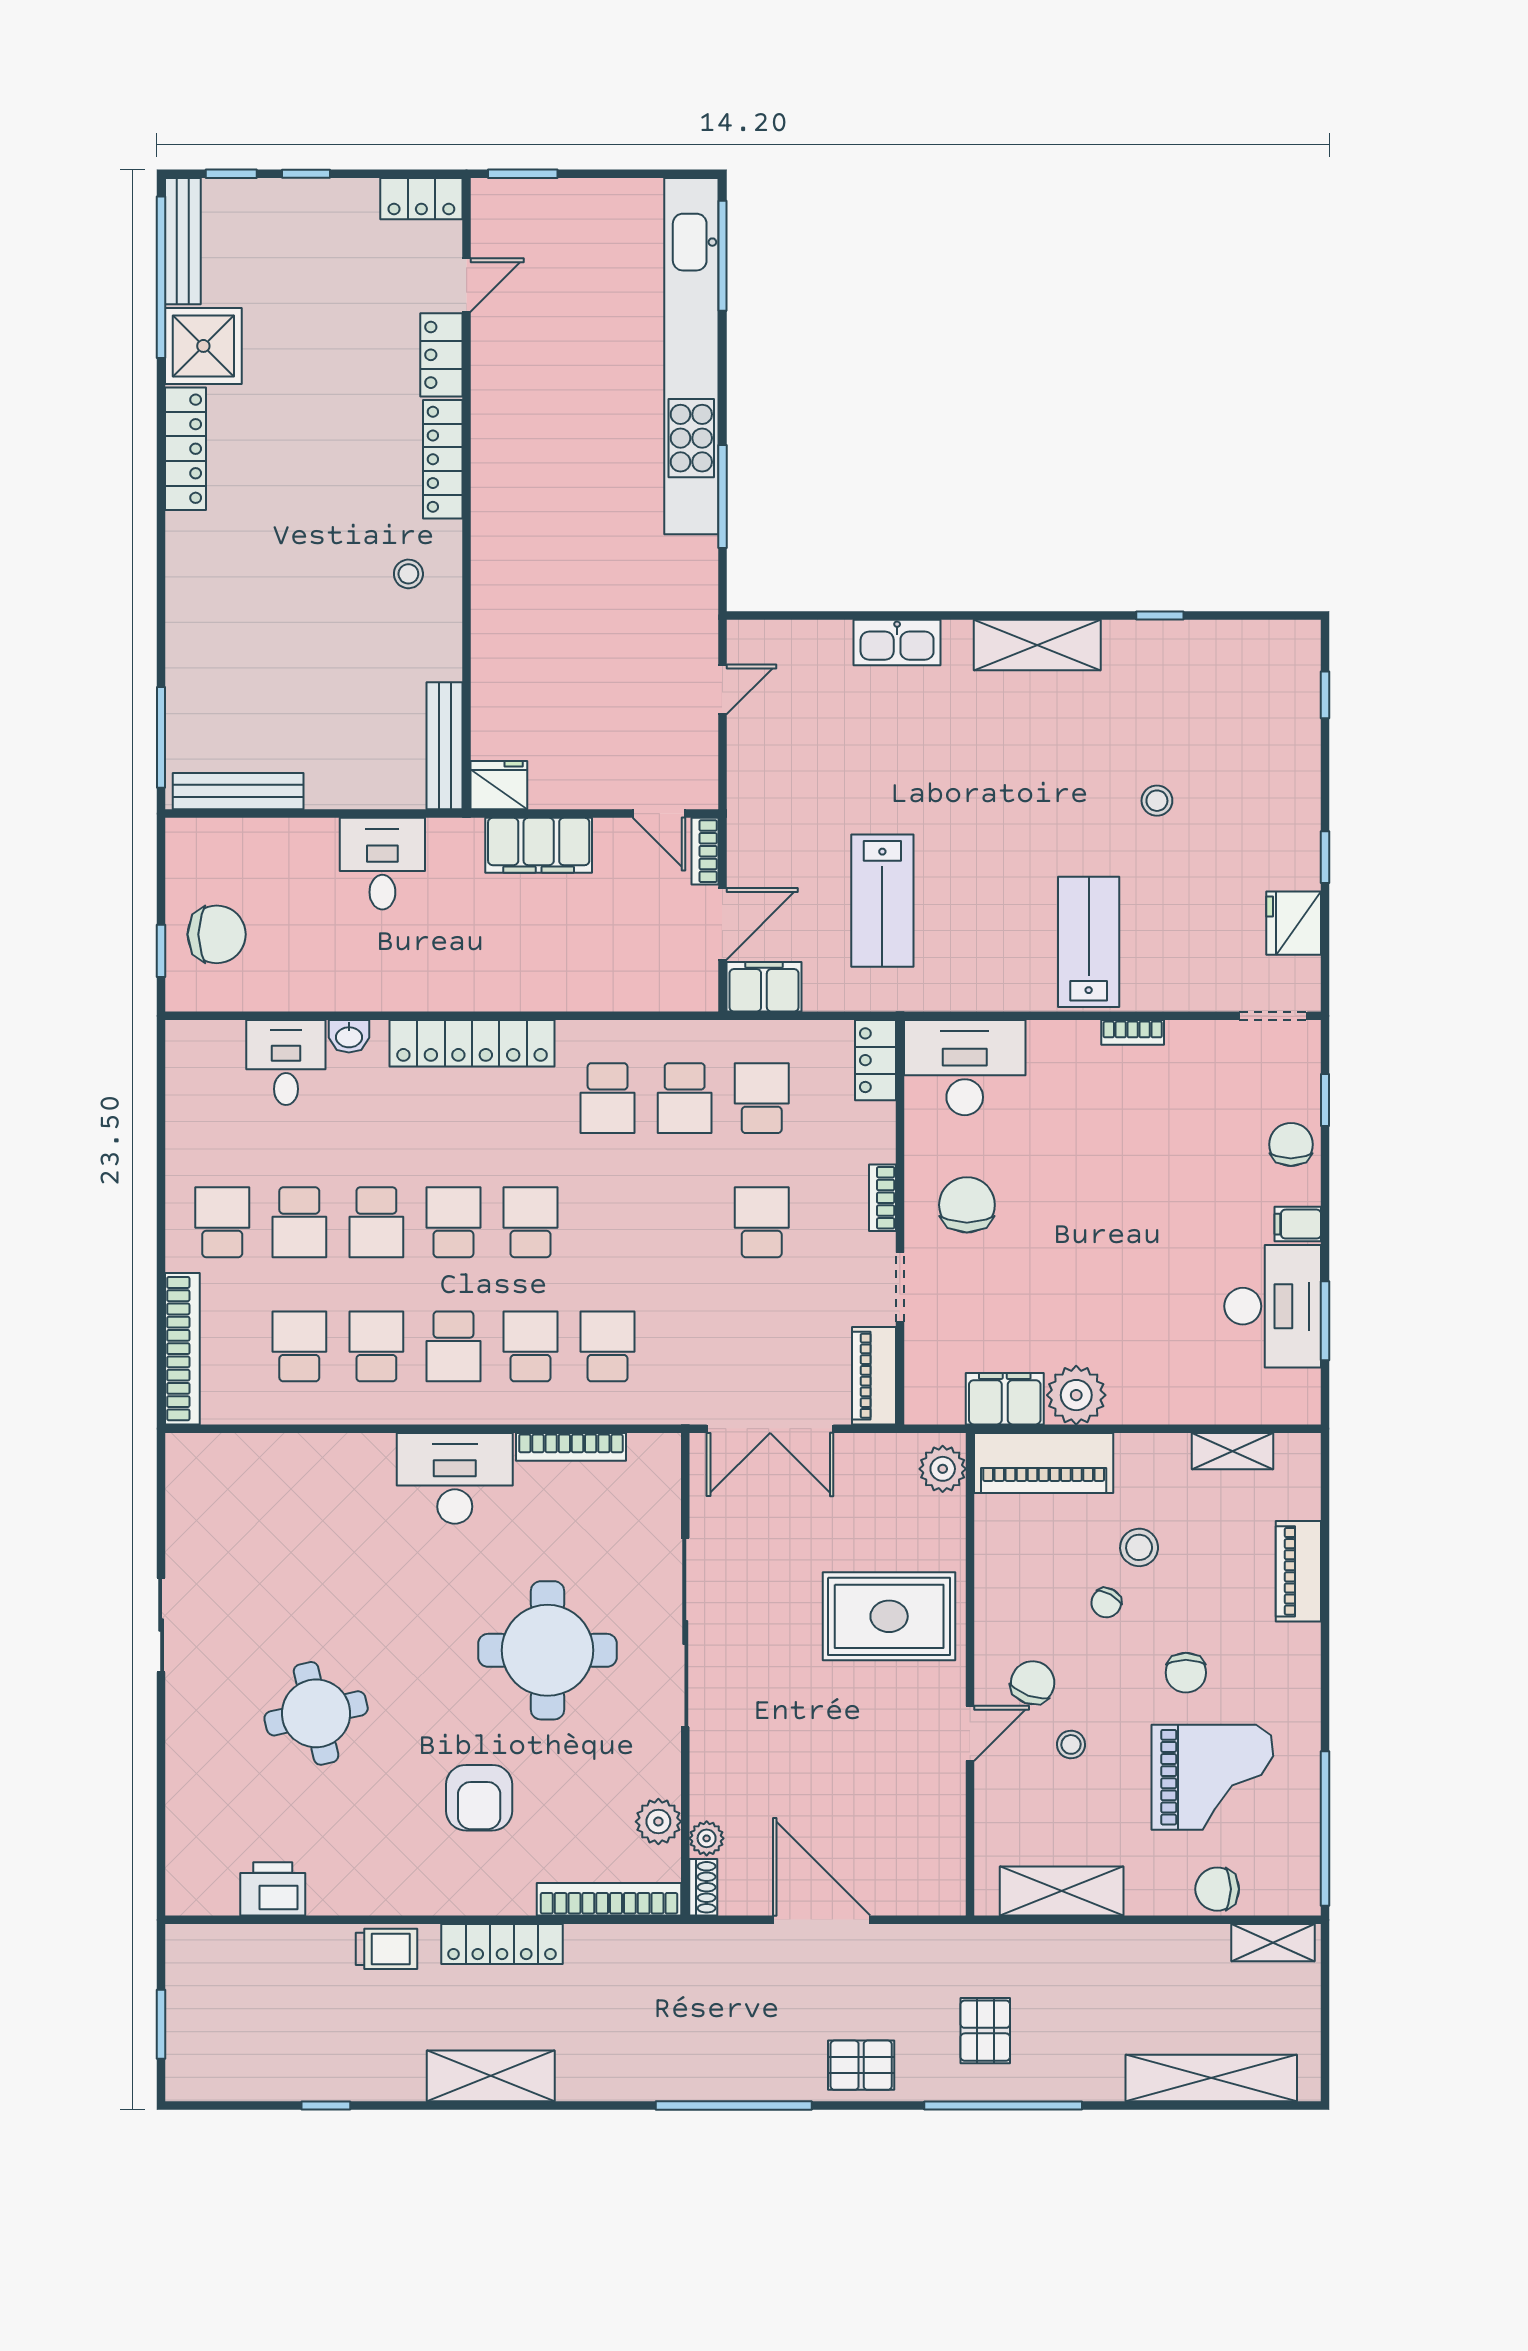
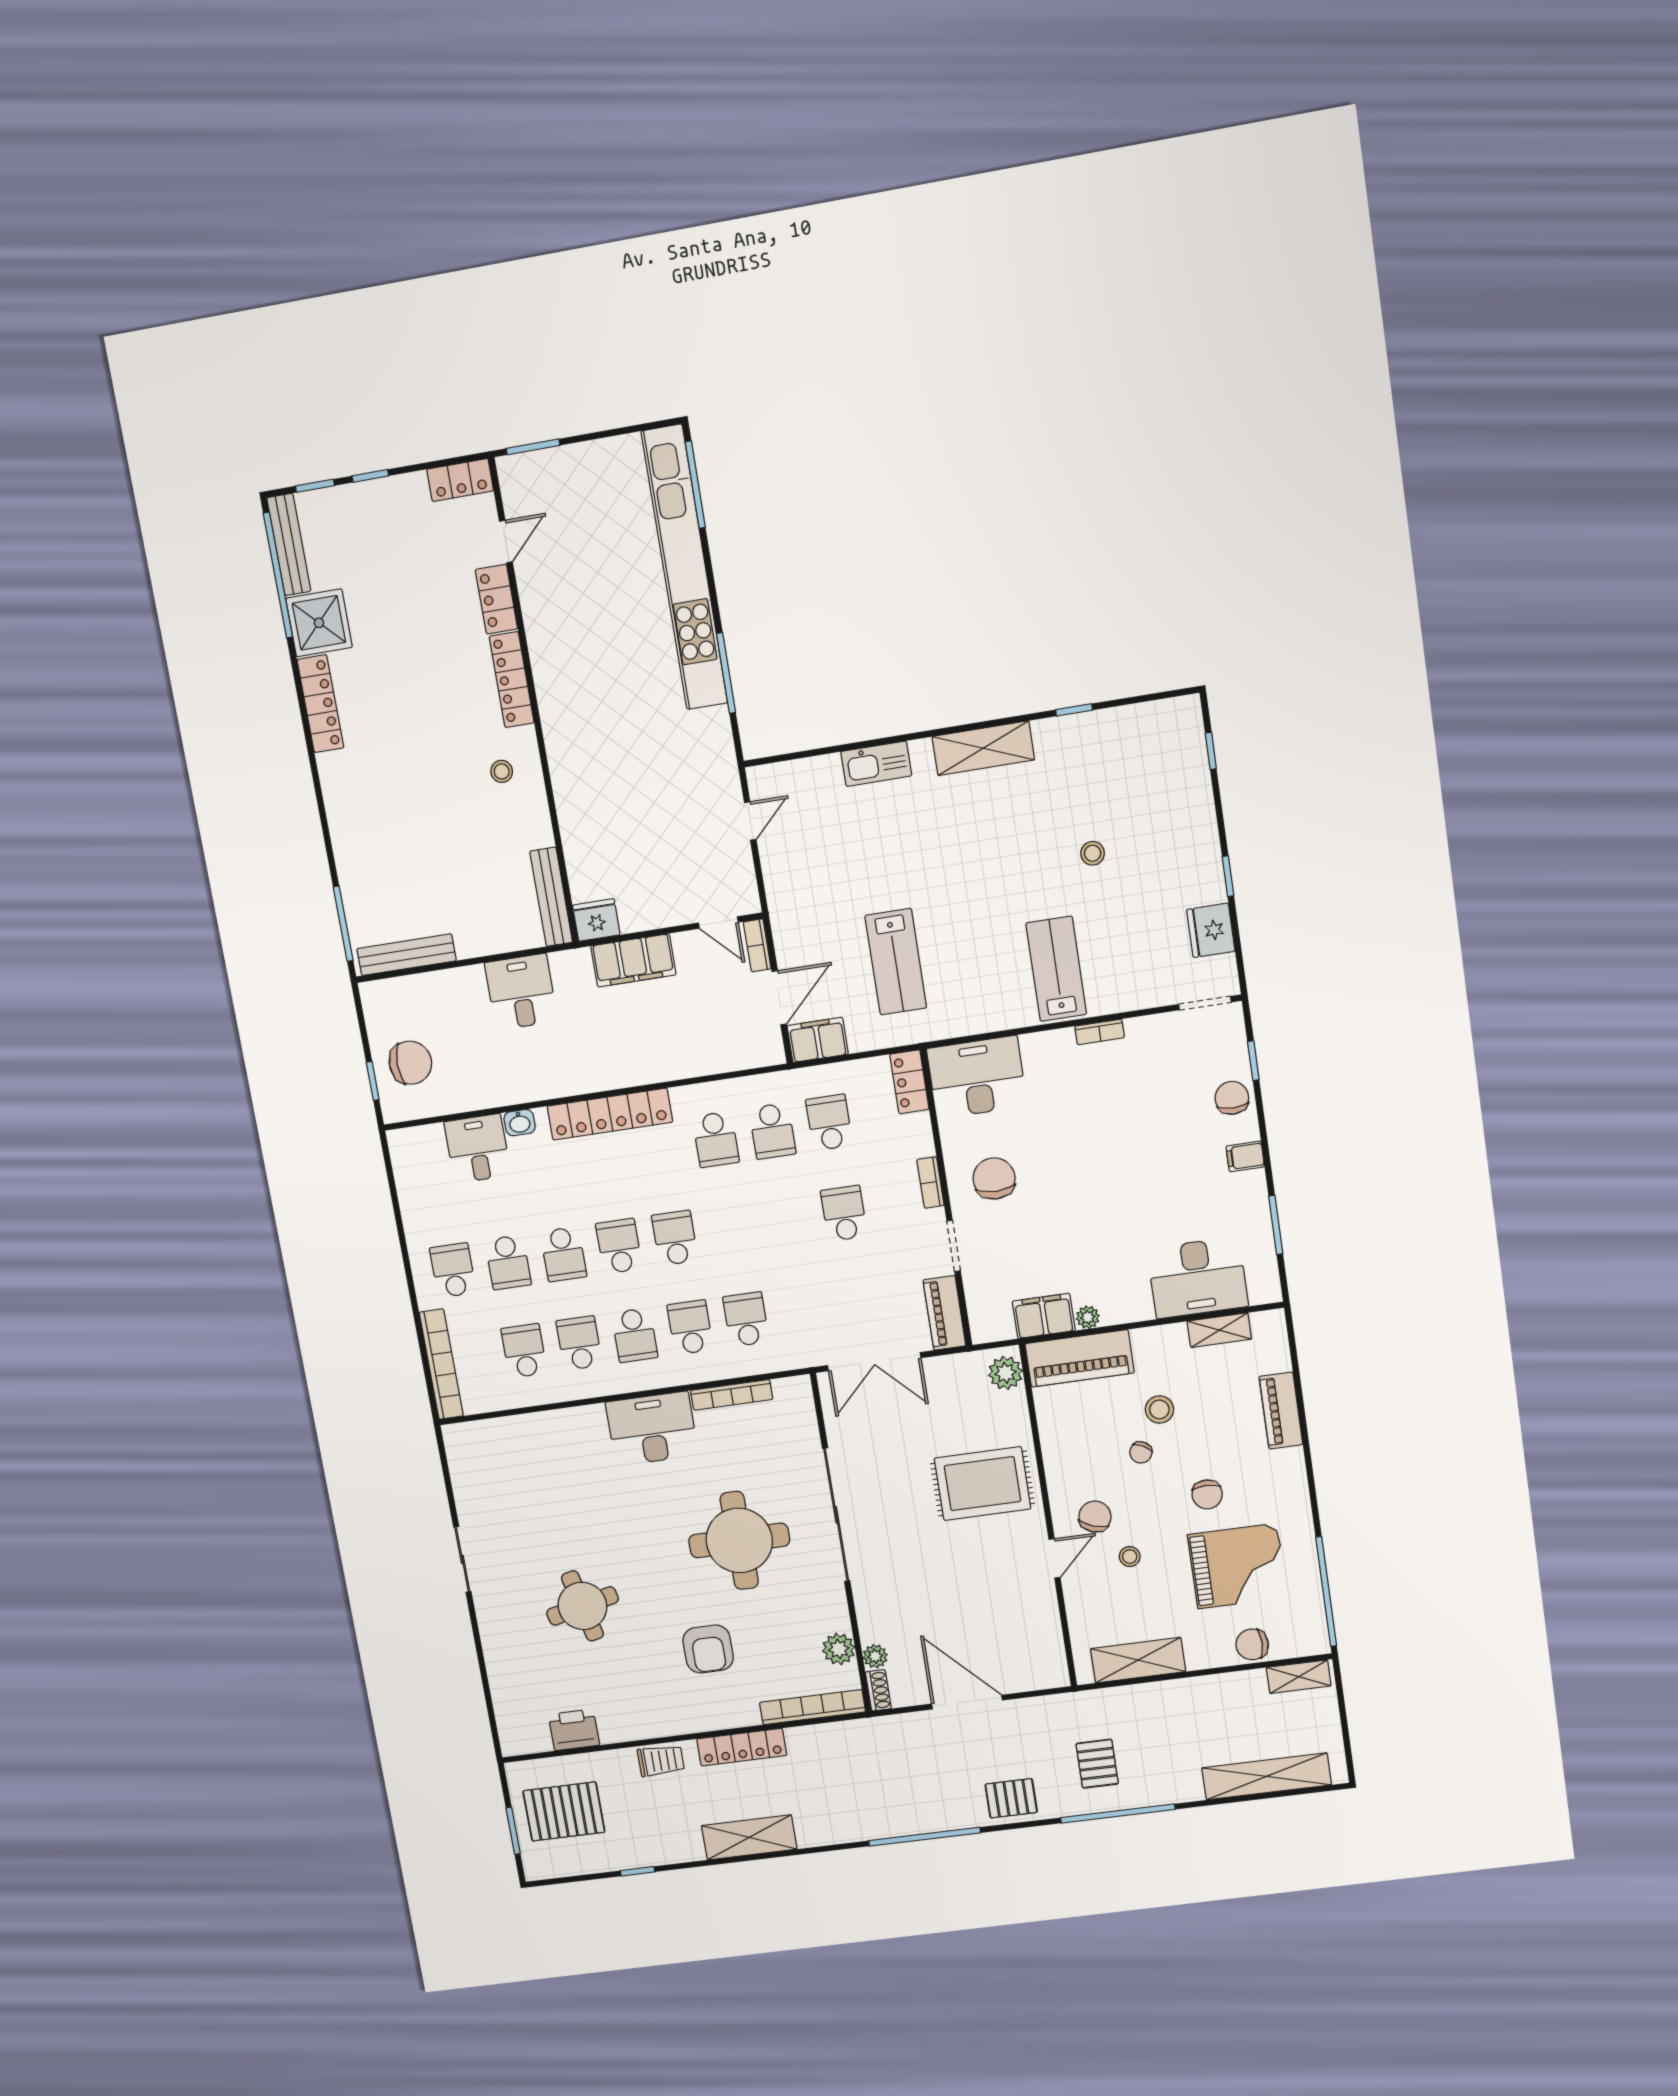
desk: (1273, 1306) -> (1198, 1278), moved, turned 90
plant: (1076, 1395) -> (1088, 1317), width x0.53, depth x0.53
pallet: (238, 2005) -> (564, 1811), added

